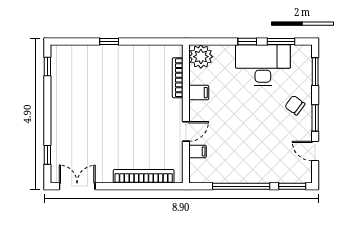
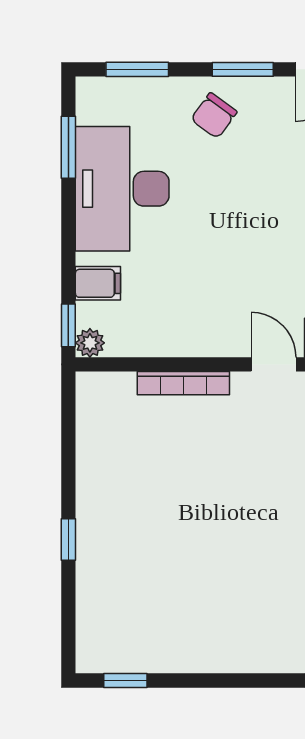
window: (247, 42) -> (68, 325), moved
plant: (201, 57) -> (90, 343), width x0.53, depth x0.53
bookcase: (178, 78) -> (183, 383), moved
filing cabinet: (199, 93) -> (98, 283), moved, turned 90

